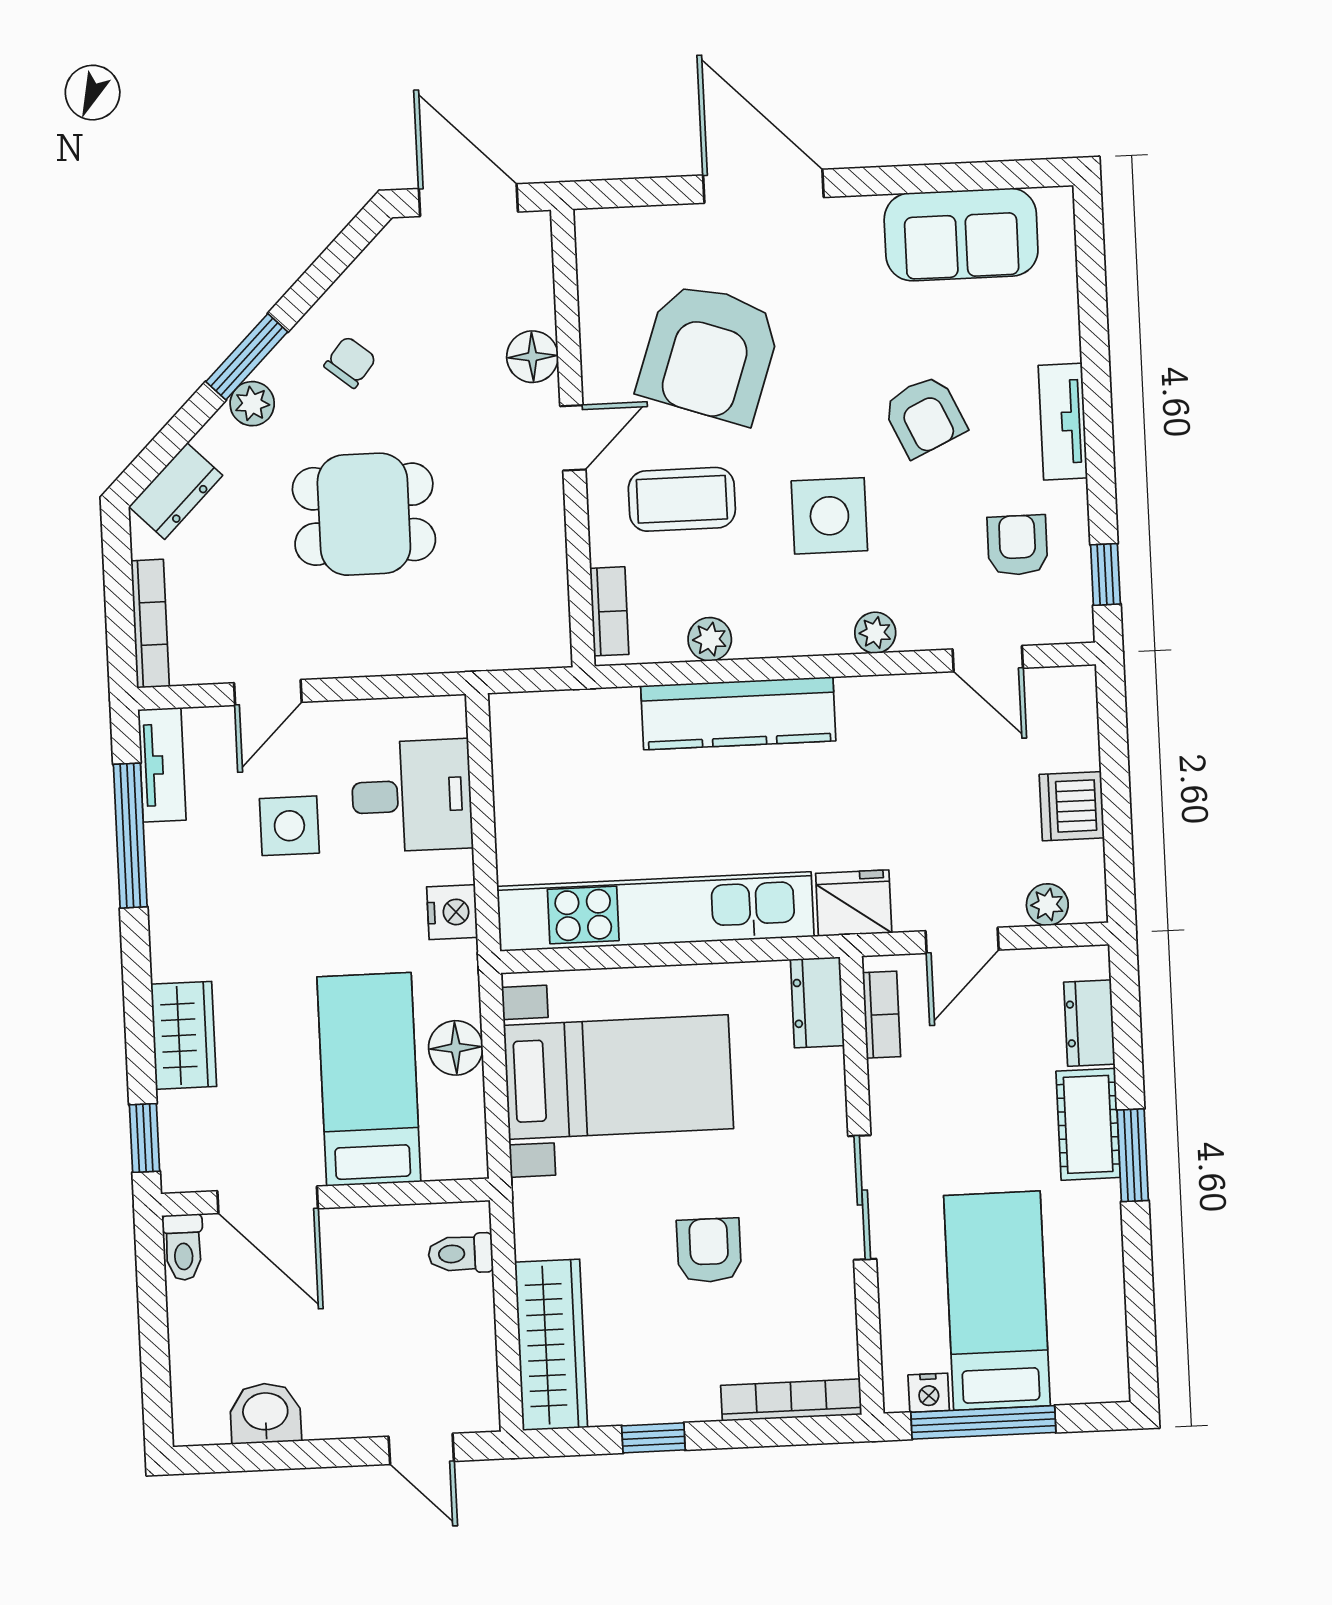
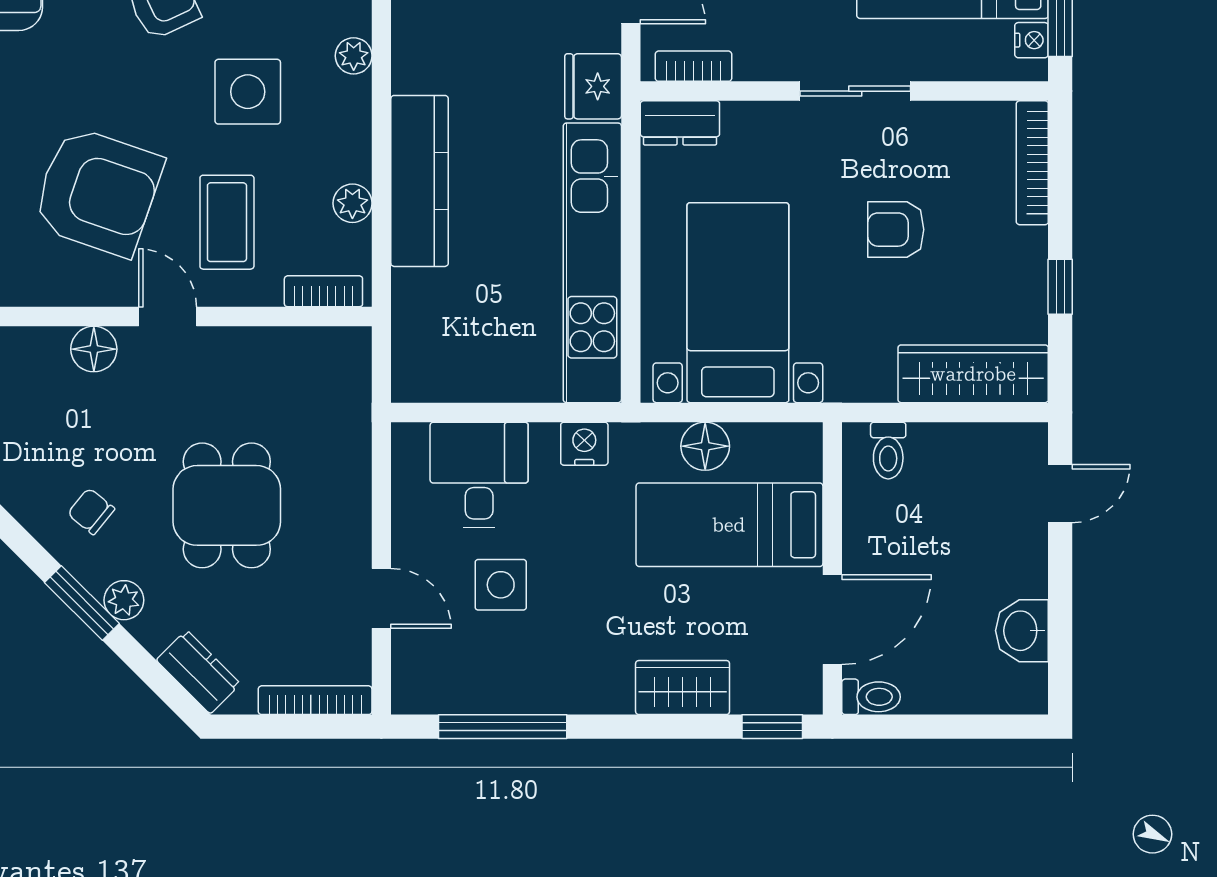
tv unit: (162, 765) -> (441, 696), removed

